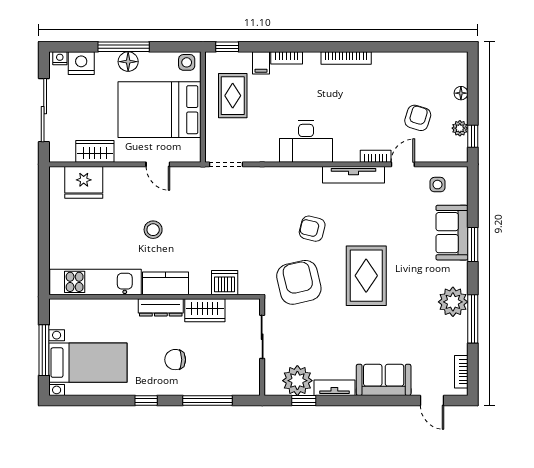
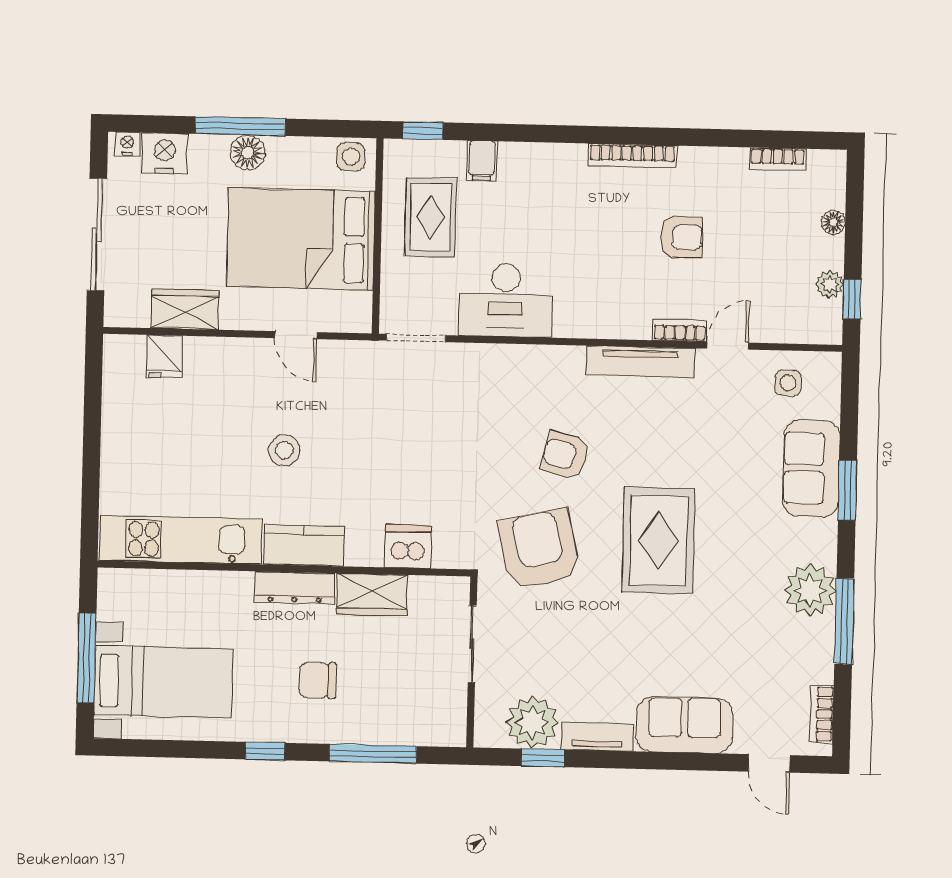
bookcase: (287, 58) -> (778, 159), moved
armchair: (418, 118) -> (681, 237), moved, turned 73
desk: (306, 142) -> (505, 300), moved
fridge: (84, 182) -> (164, 356), width x0.53, depth x0.75

